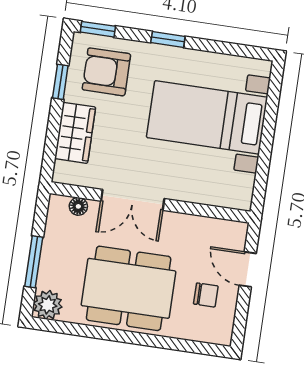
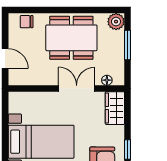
wardrobe: (75, 133) -> (115, 108), moved
chair: (206, 295) -> (27, 22), moved

